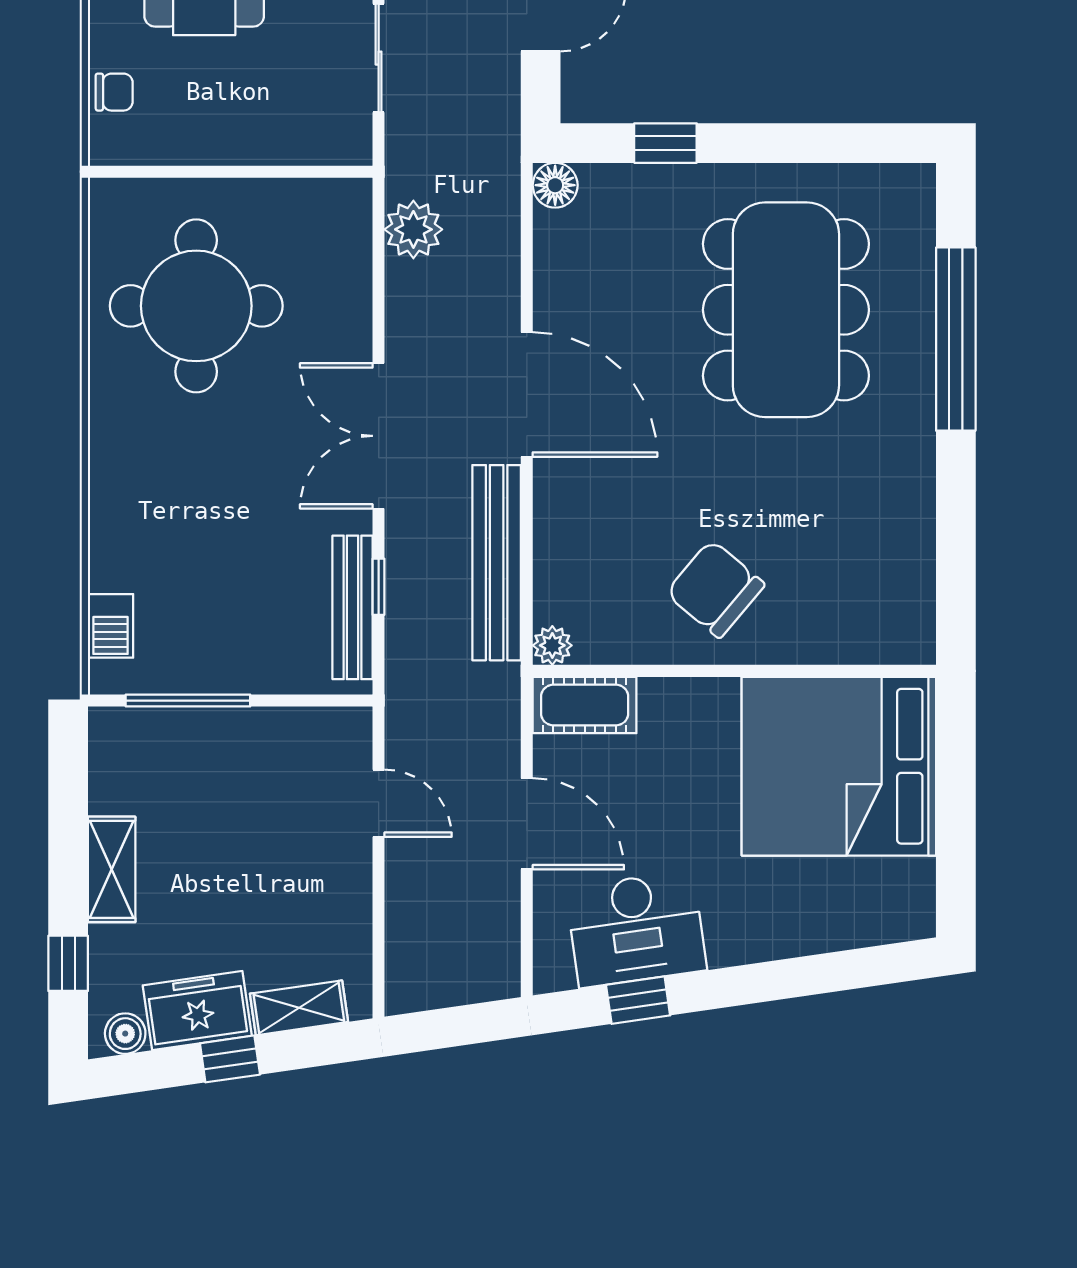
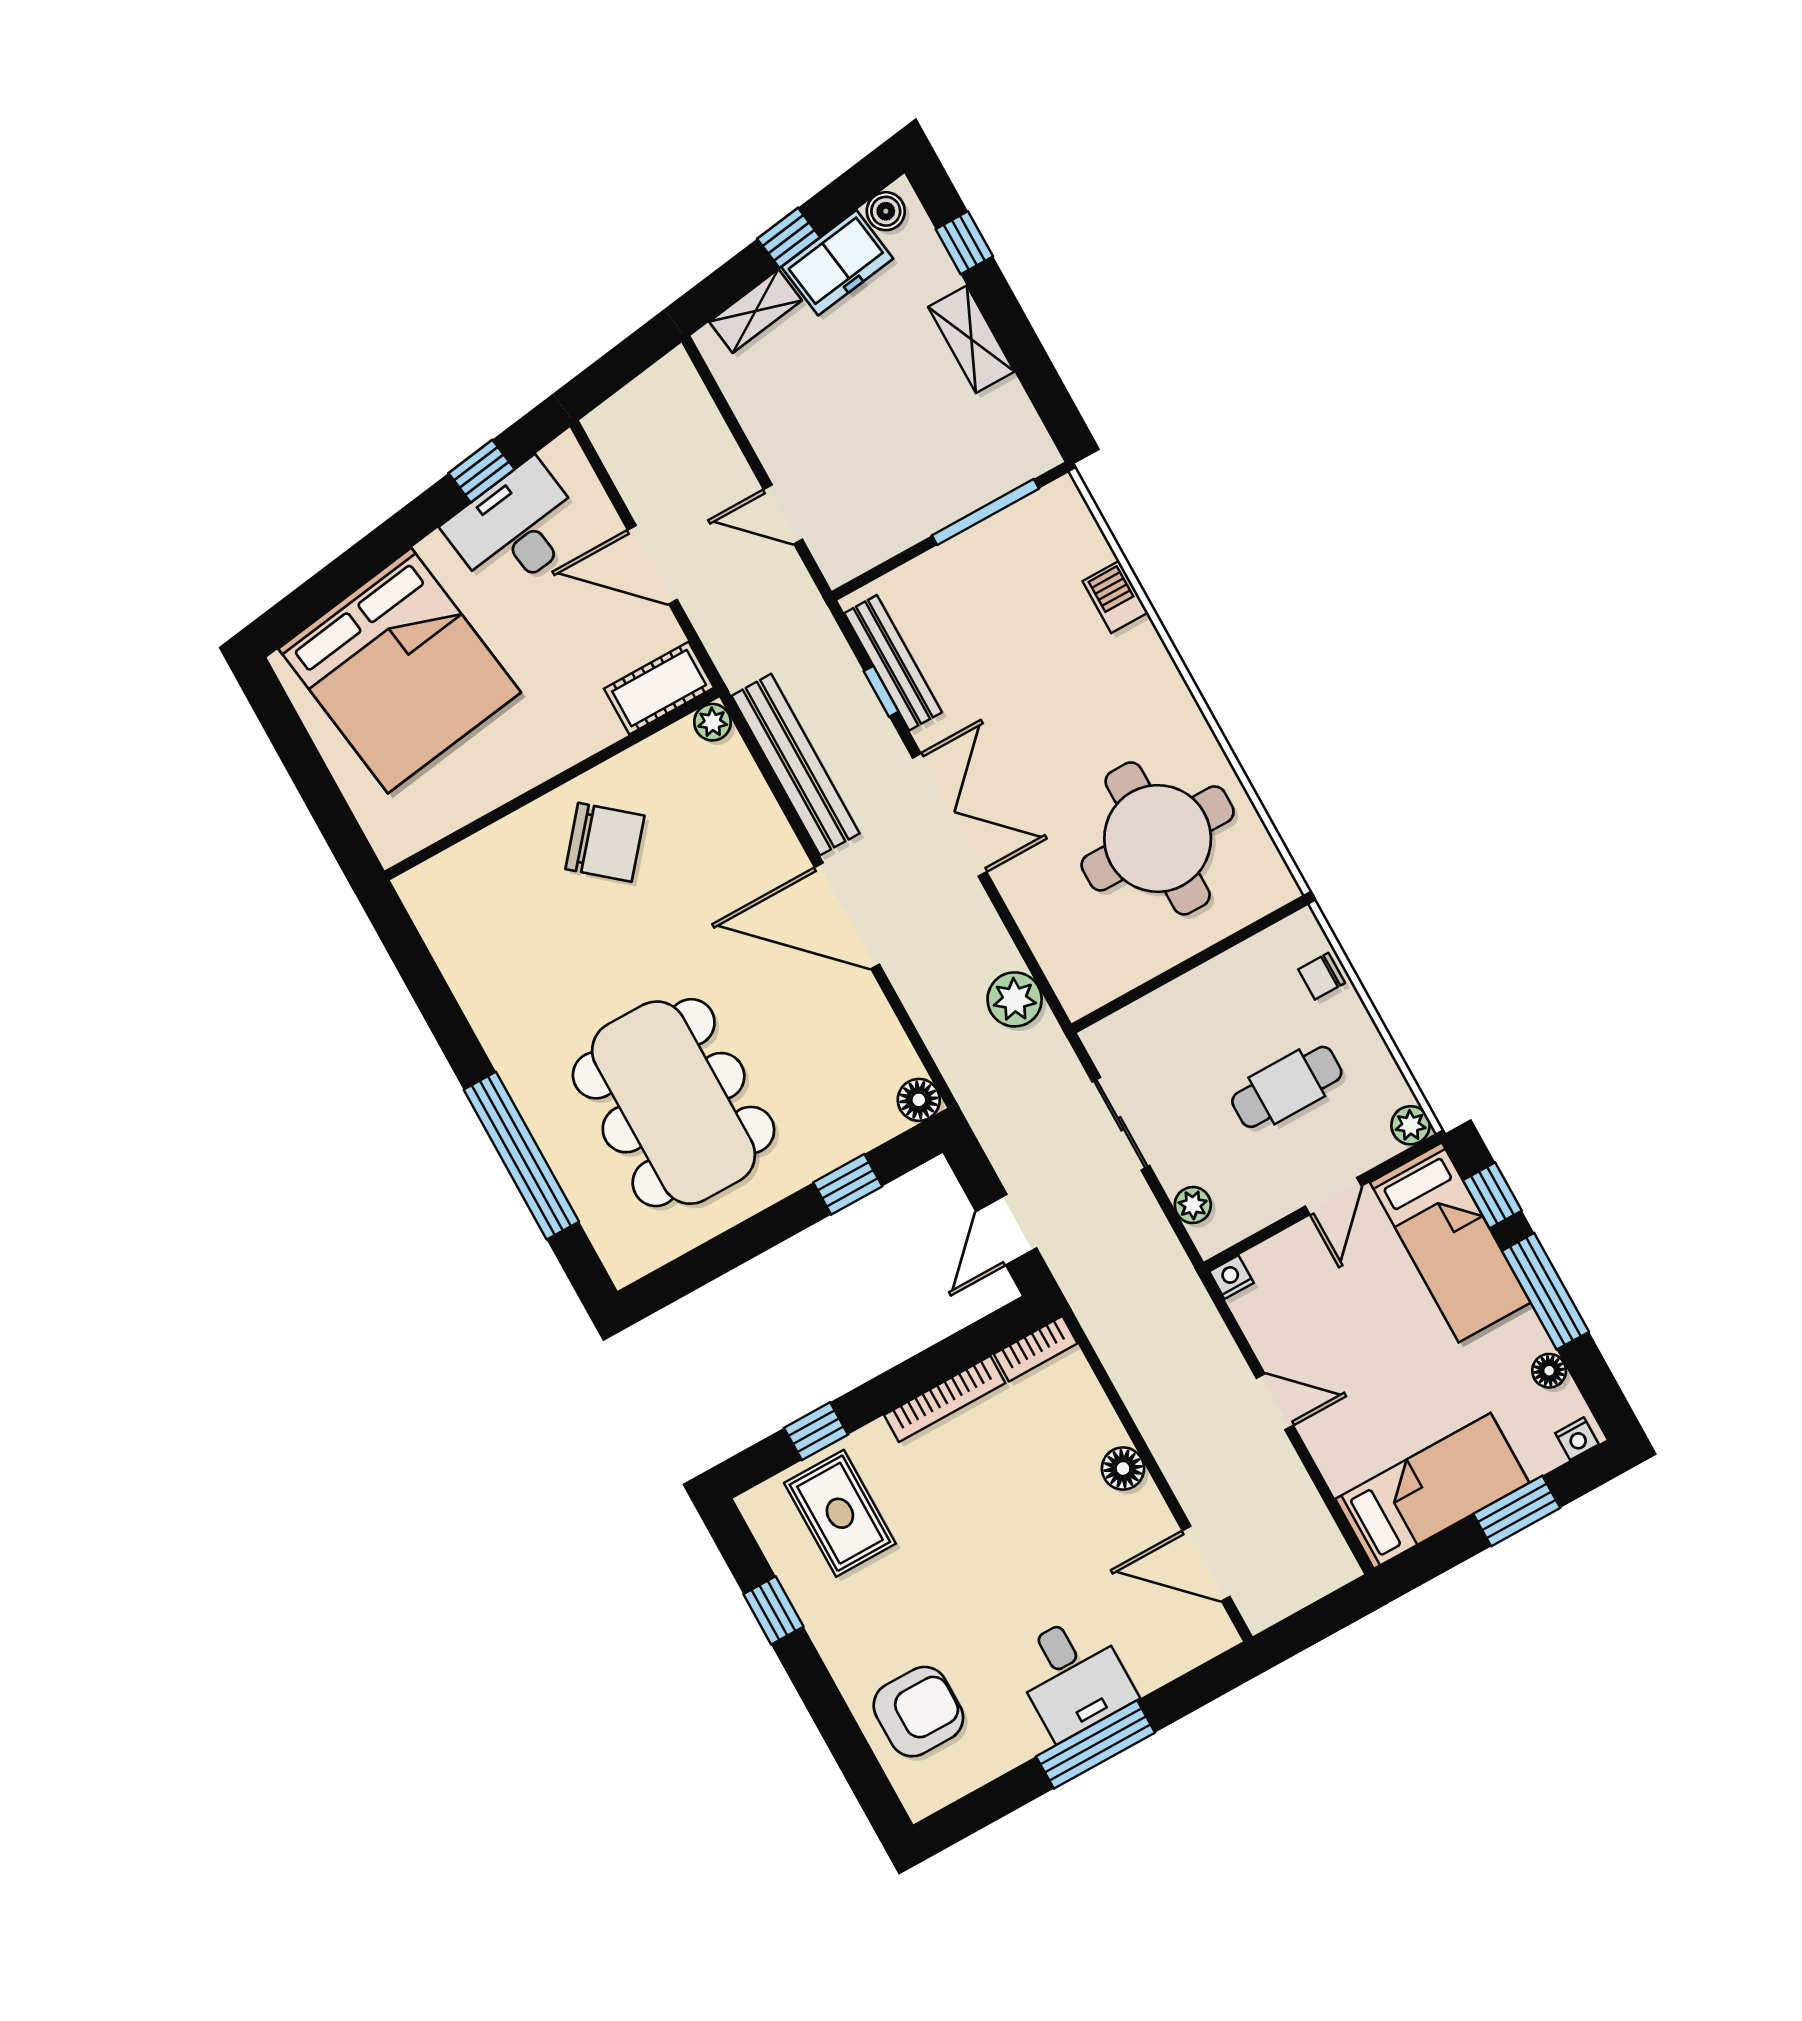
barbecue: (111, 626) -> (1115, 597), moved
bed: (839, 766) -> (400, 671), moved, turned 82

